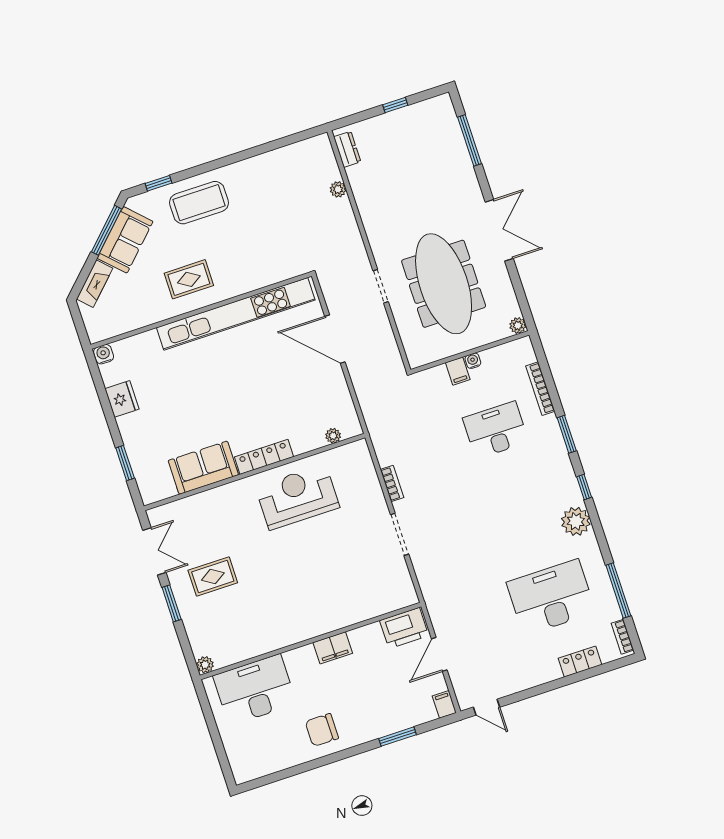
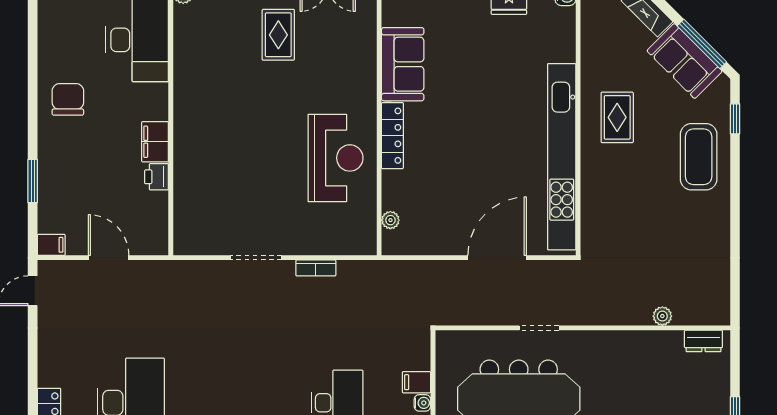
printer: (404, 628) -> (157, 177), moved, width x0.53, depth x0.68

